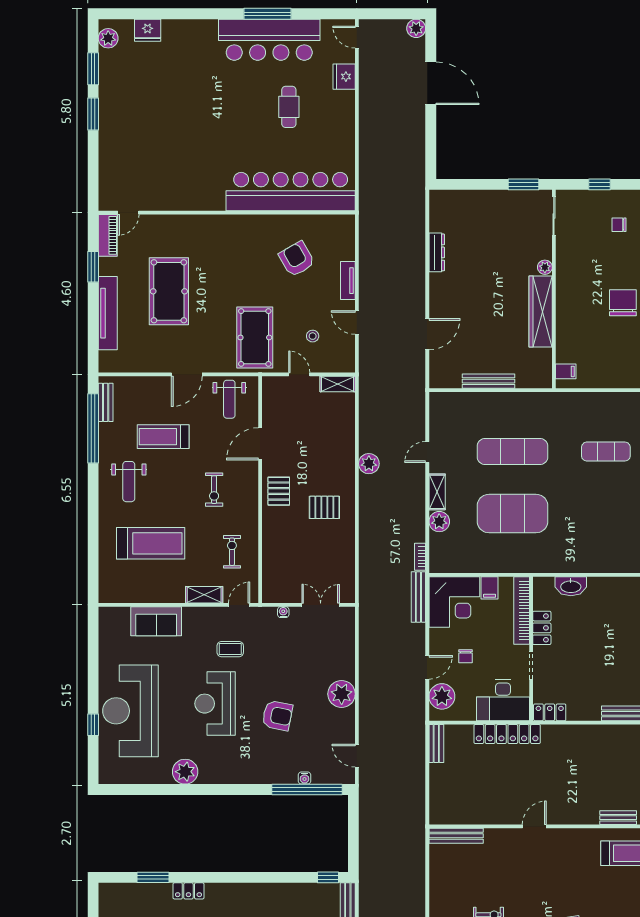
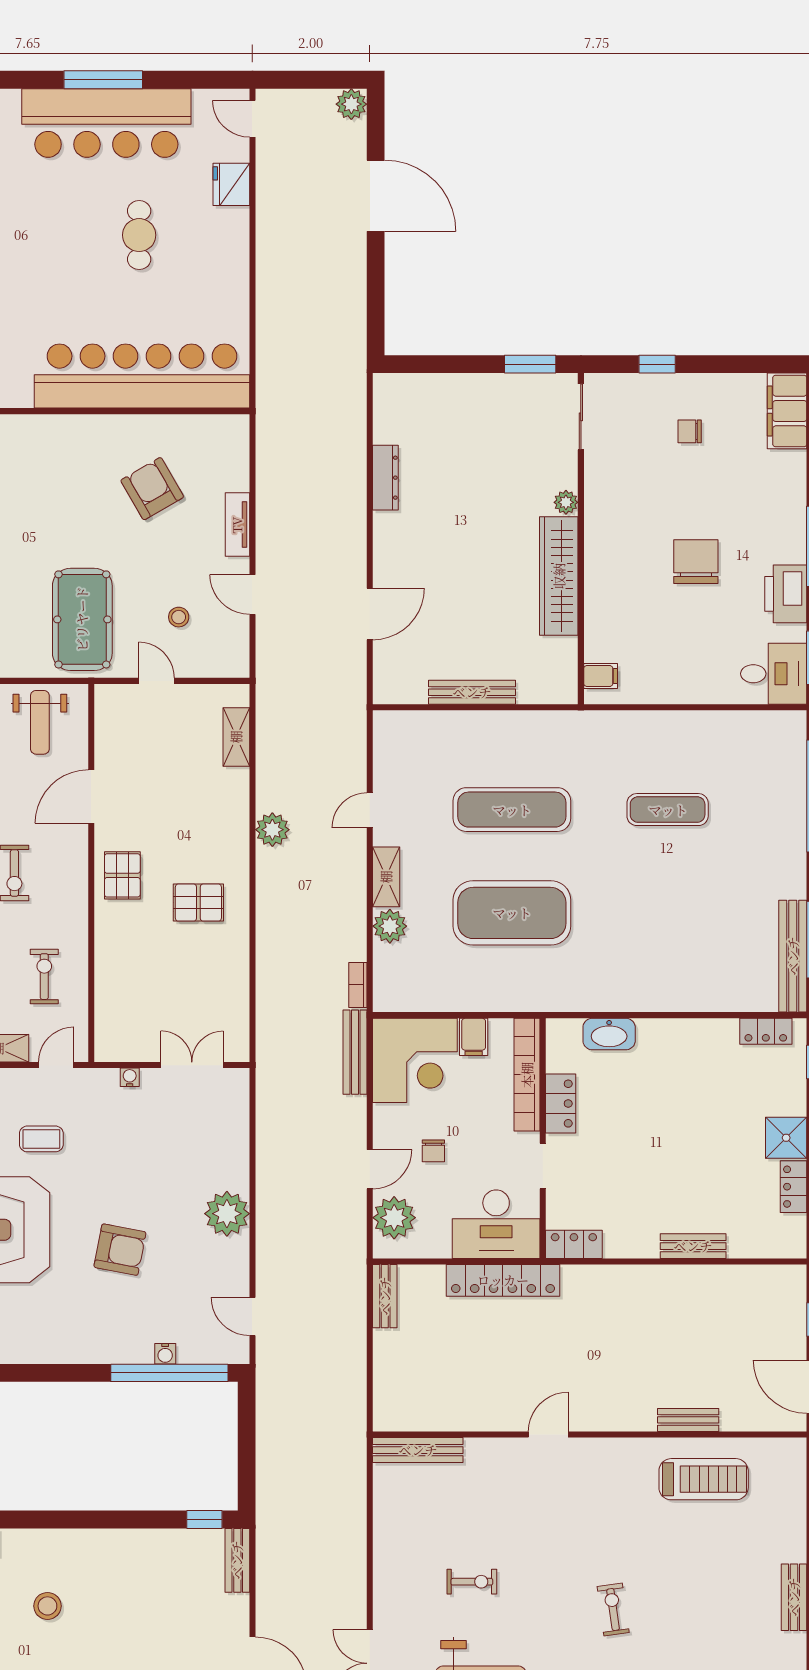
shelving: (338, 384) -> (236, 737), moved, turned 90

